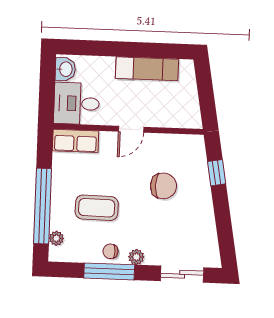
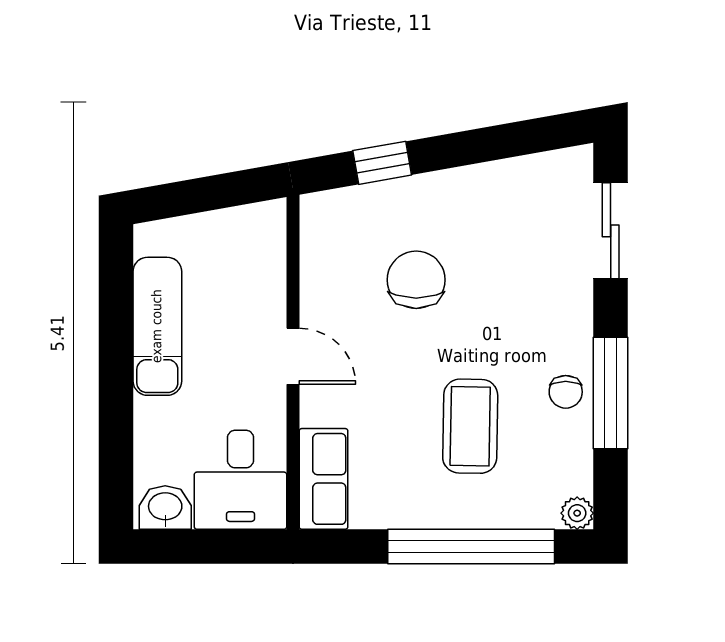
plant: (56, 238) -> (577, 513), moved
plant: (136, 257) -> (576, 334), removed

